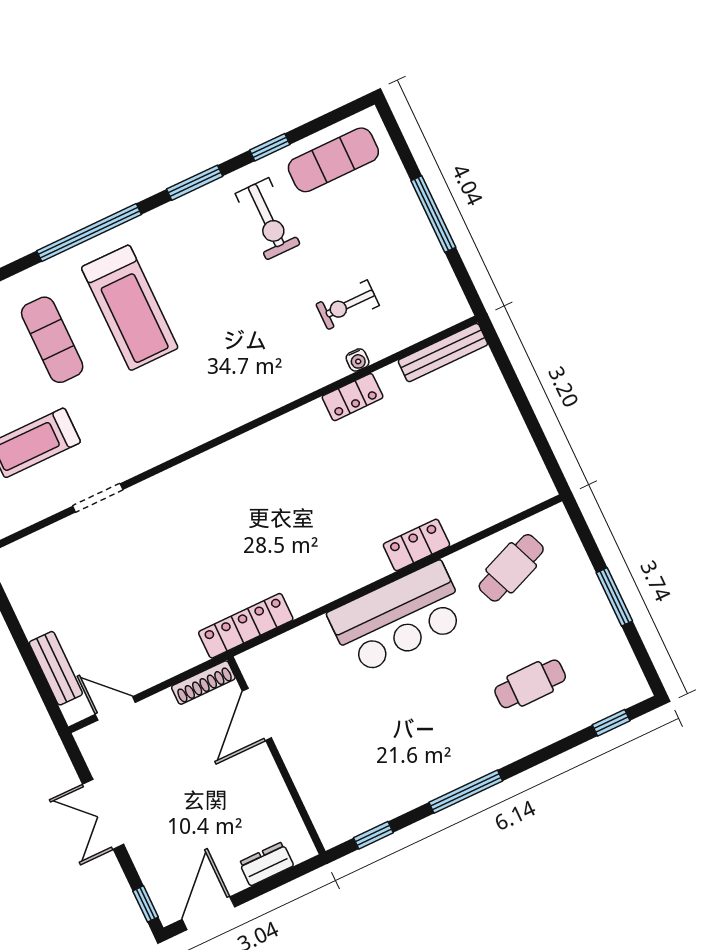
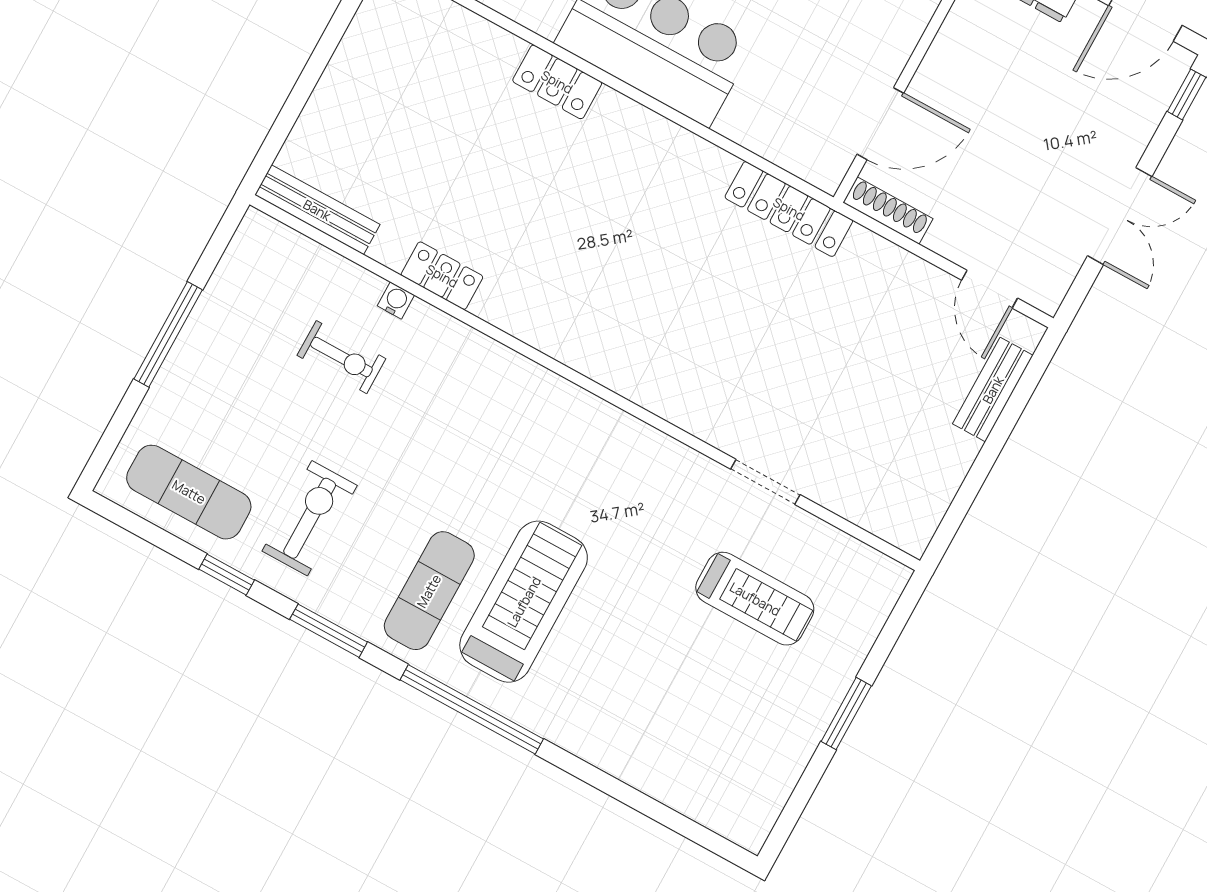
exercise mat: (52, 340) -> (429, 591), moved

